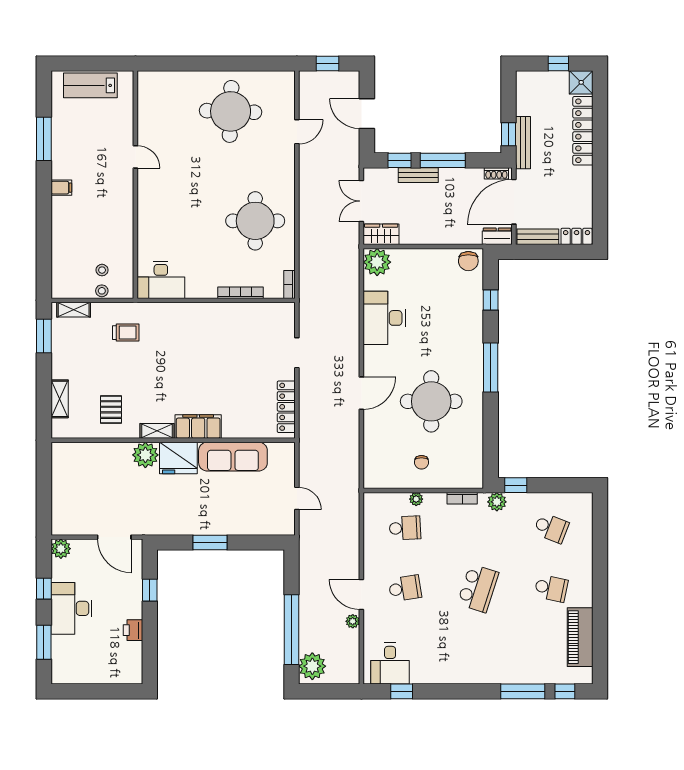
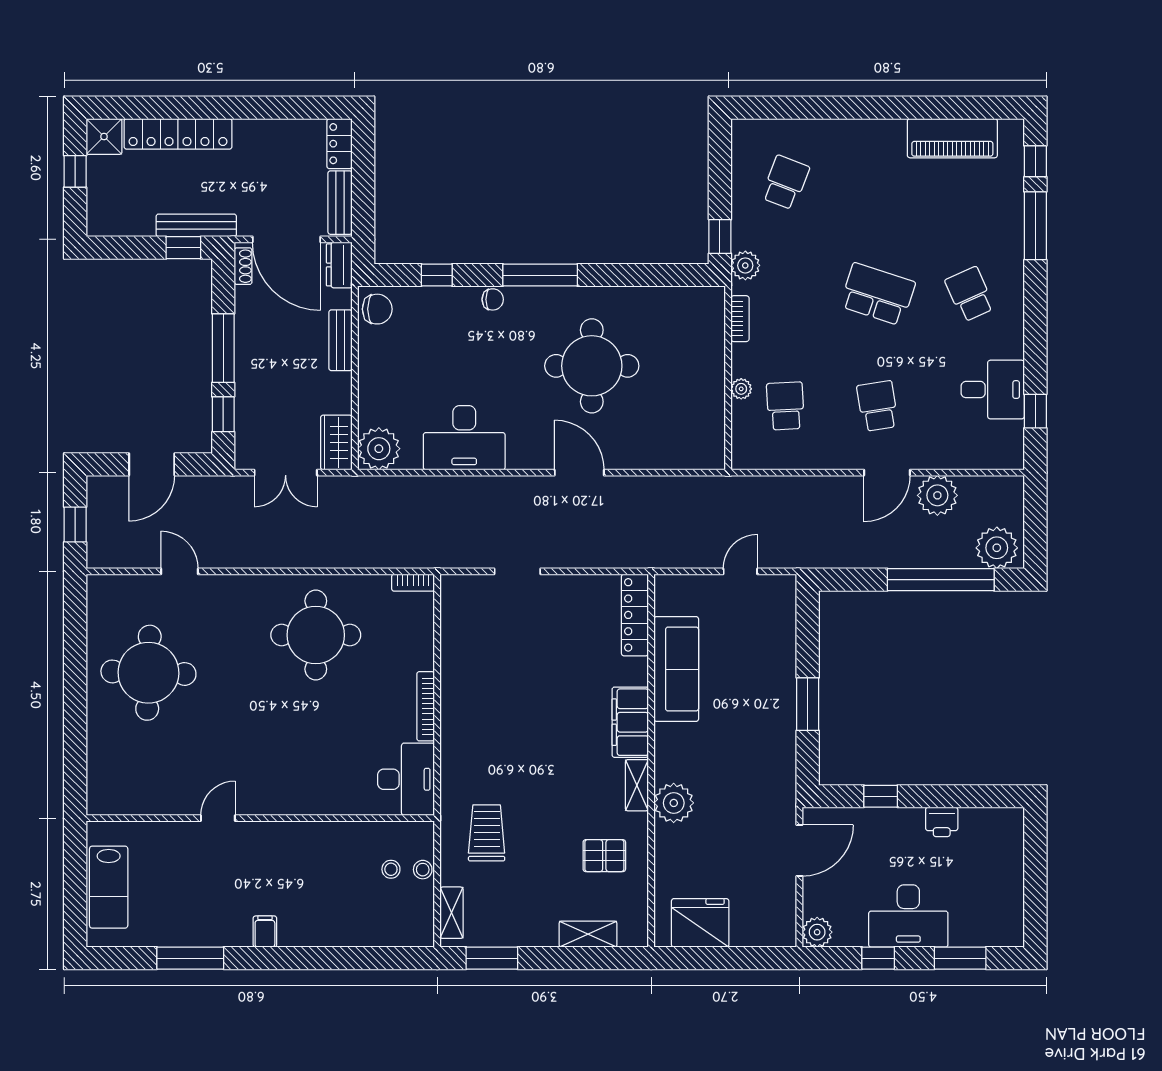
bench: (418, 175) -> (341, 340), moved
bookcase: (240, 293) -> (426, 706), moved
trolley: (126, 333) -> (487, 833), width x1.36, depth x1.39
locker: (286, 407) -> (635, 615), moved, turned 90
fridge: (178, 458) -> (700, 923), moved, turned -90
chair: (421, 462) -> (493, 299), moved
school desk: (551, 588) -> (970, 294), moved, turned -36
plant: (353, 621) -> (937, 495), width x1.88, depth x1.88
desk: (390, 664) -> (993, 390), moved

